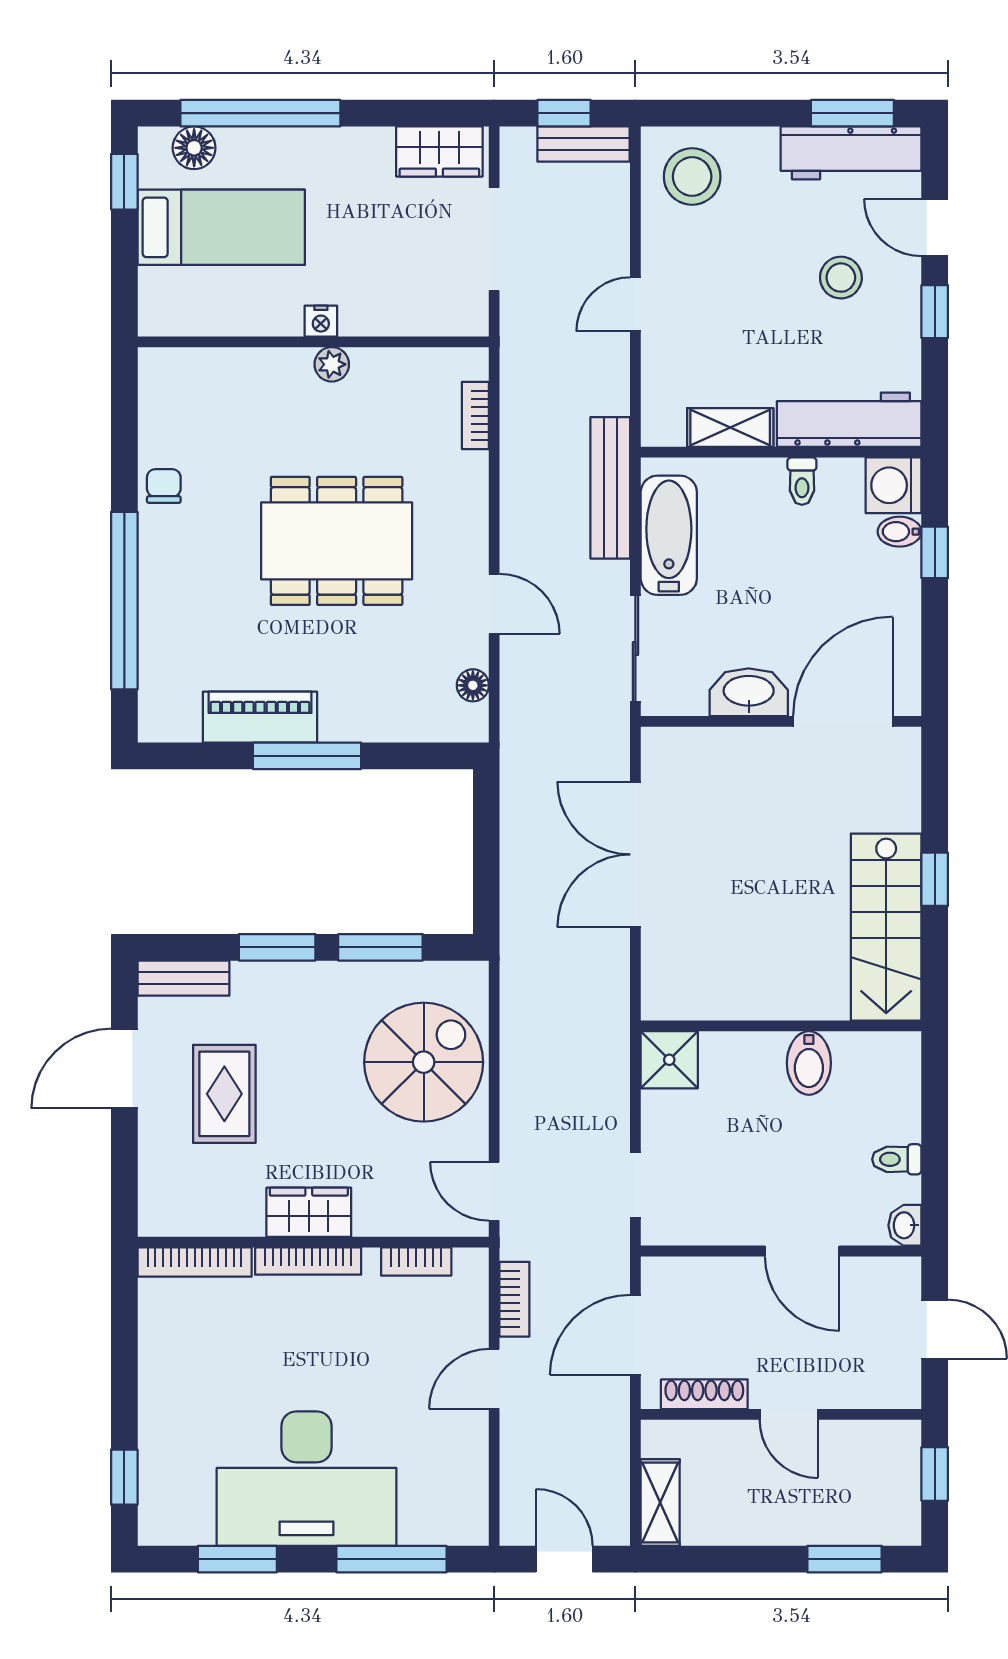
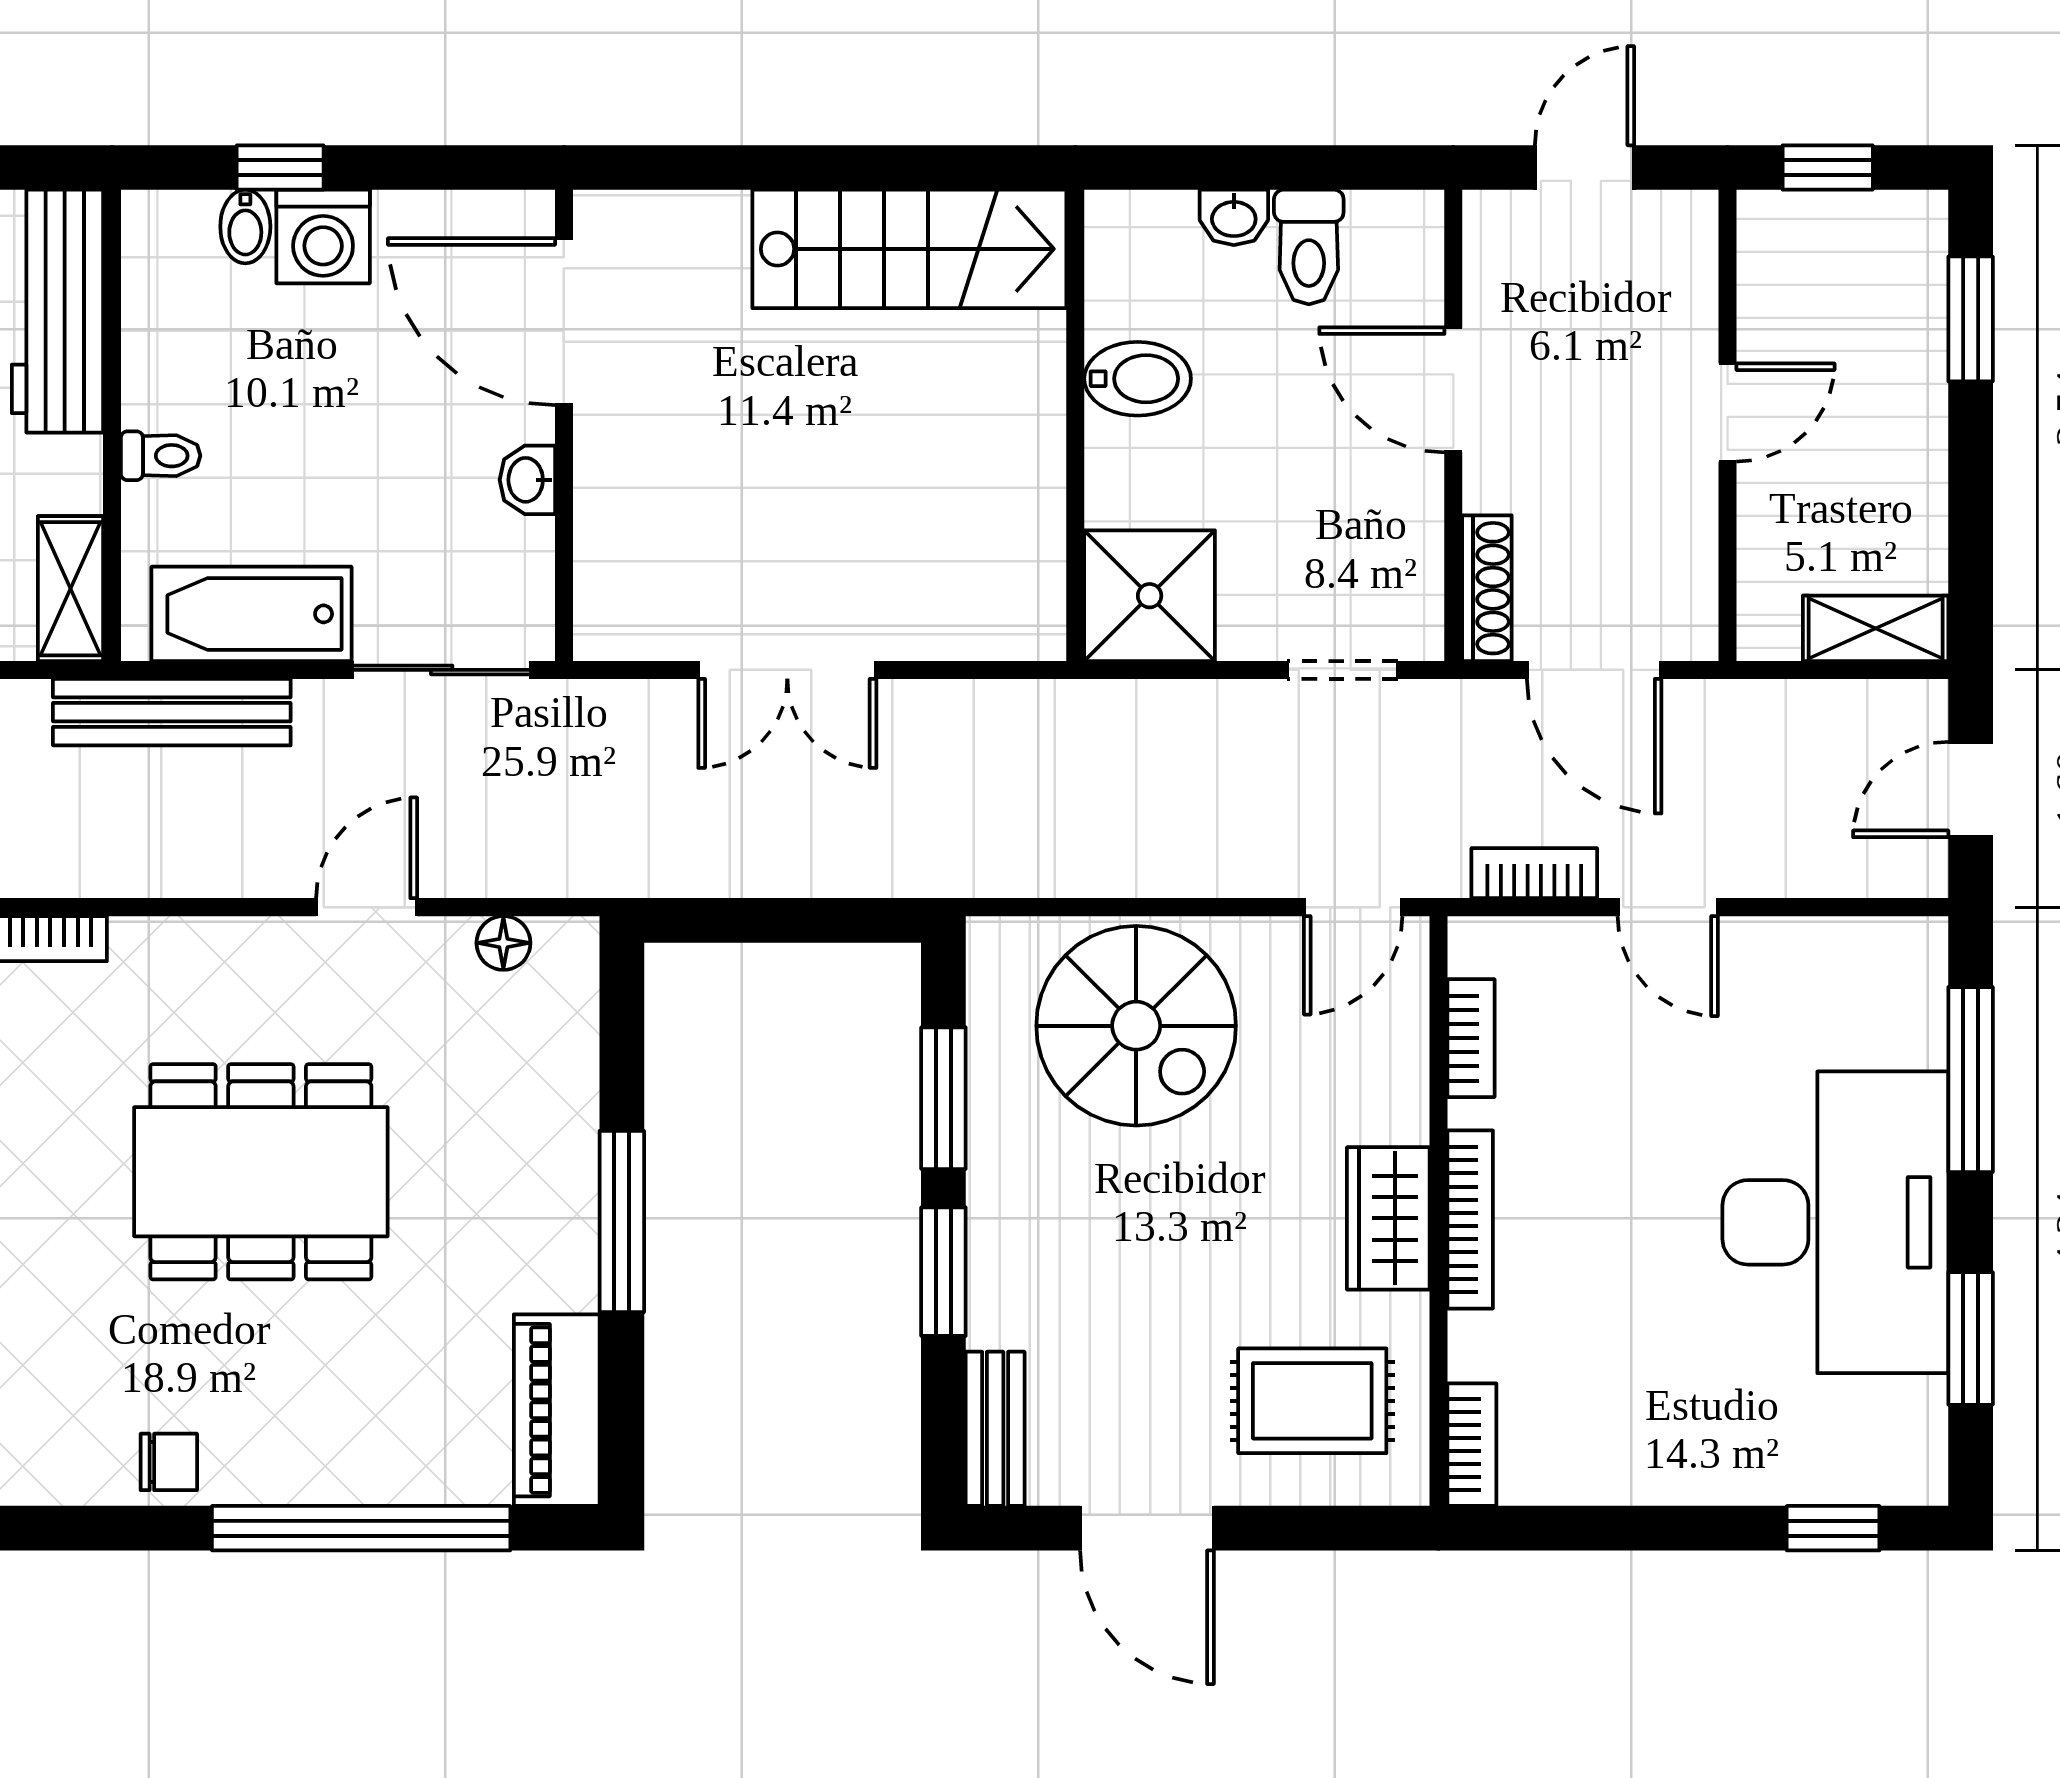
shelving: (730, 427) -> (70, 589), moved
toilet: (802, 481) -> (161, 456), moved
washing machine: (894, 485) -> (323, 237), moved
chair: (164, 486) -> (169, 1462), turned 180
dining table: (337, 541) -> (261, 1172), turned 90
washbasin: (749, 692) -> (527, 480), width x0.52, depth x0.69
piano: (260, 717) -> (557, 1410), moved
double door: (635, 854) -> (787, 670), width x0.73
window: (935, 879) -> (829, 168), removed
shower: (669, 1060) -> (1150, 596), width x1.36, depth x1.36
spiral stairs: (424, 1062) -> (1136, 1026), turned 180
rug: (224, 1094) -> (1312, 1401), moved
toilet: (897, 1159) -> (1309, 247), width x1.37, depth x1.39
washbasin: (905, 1225) -> (1234, 217), moved
door: (802, 1251) -> (1453, 390), swing flipped
bookcase: (195, 1262) -> (1472, 1445), width x0.64
shoe rack: (704, 1394) -> (1487, 588), moved, turned 180

